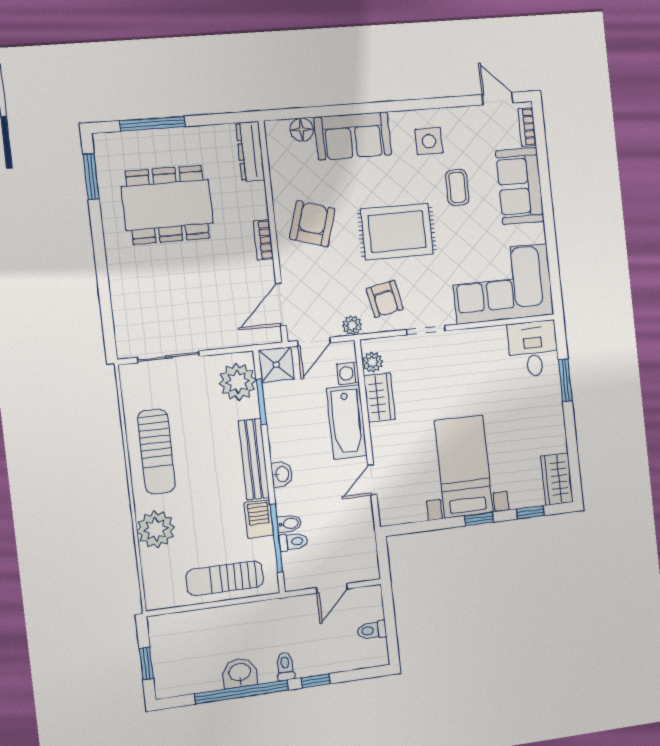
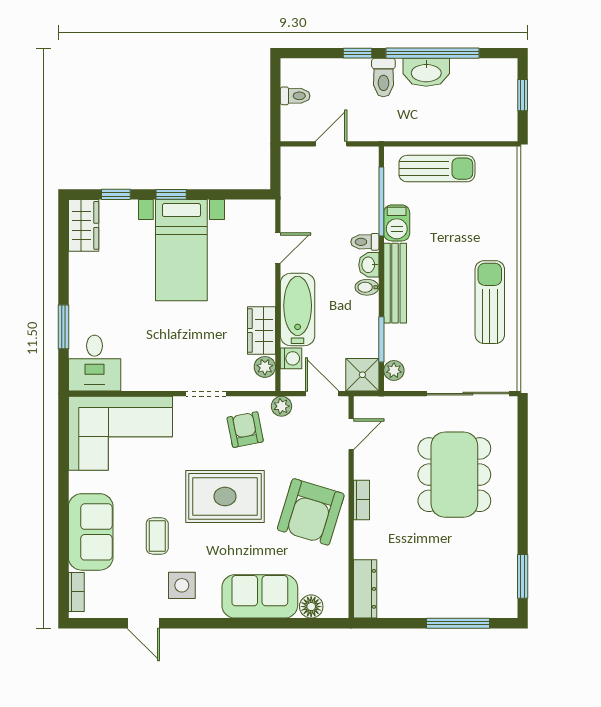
door: (497, 99) -> (143, 623), moved
dining table: (167, 205) -> (454, 475), moved, turned 90
armchair: (312, 224) -> (311, 512), width x1.36, depth x1.36
door: (281, 304) -> (351, 434), width x0.73
door: (314, 342) -> (322, 394), hinge flipped
sliding door: (168, 357) -> (468, 394), width x1.37
plant: (238, 382) -> (394, 371), width x0.53, depth x0.53
bidet: (289, 524) -> (367, 287), moved
plant: (156, 529) -> (499, 226), removed
toilet: (293, 542) -> (365, 242), moved
toilet: (285, 666) -> (383, 77), width x1.37, depth x1.39
washbasin: (240, 673) -> (426, 72), width x1.38

